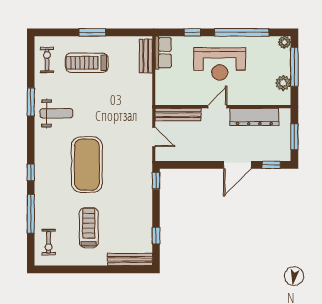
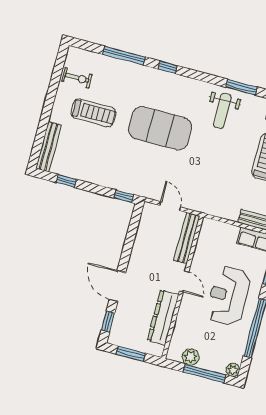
door: (154, 137) -> (170, 206), swing flipped
exercise bike: (49, 242) -> (77, 78), moved, turned 180

